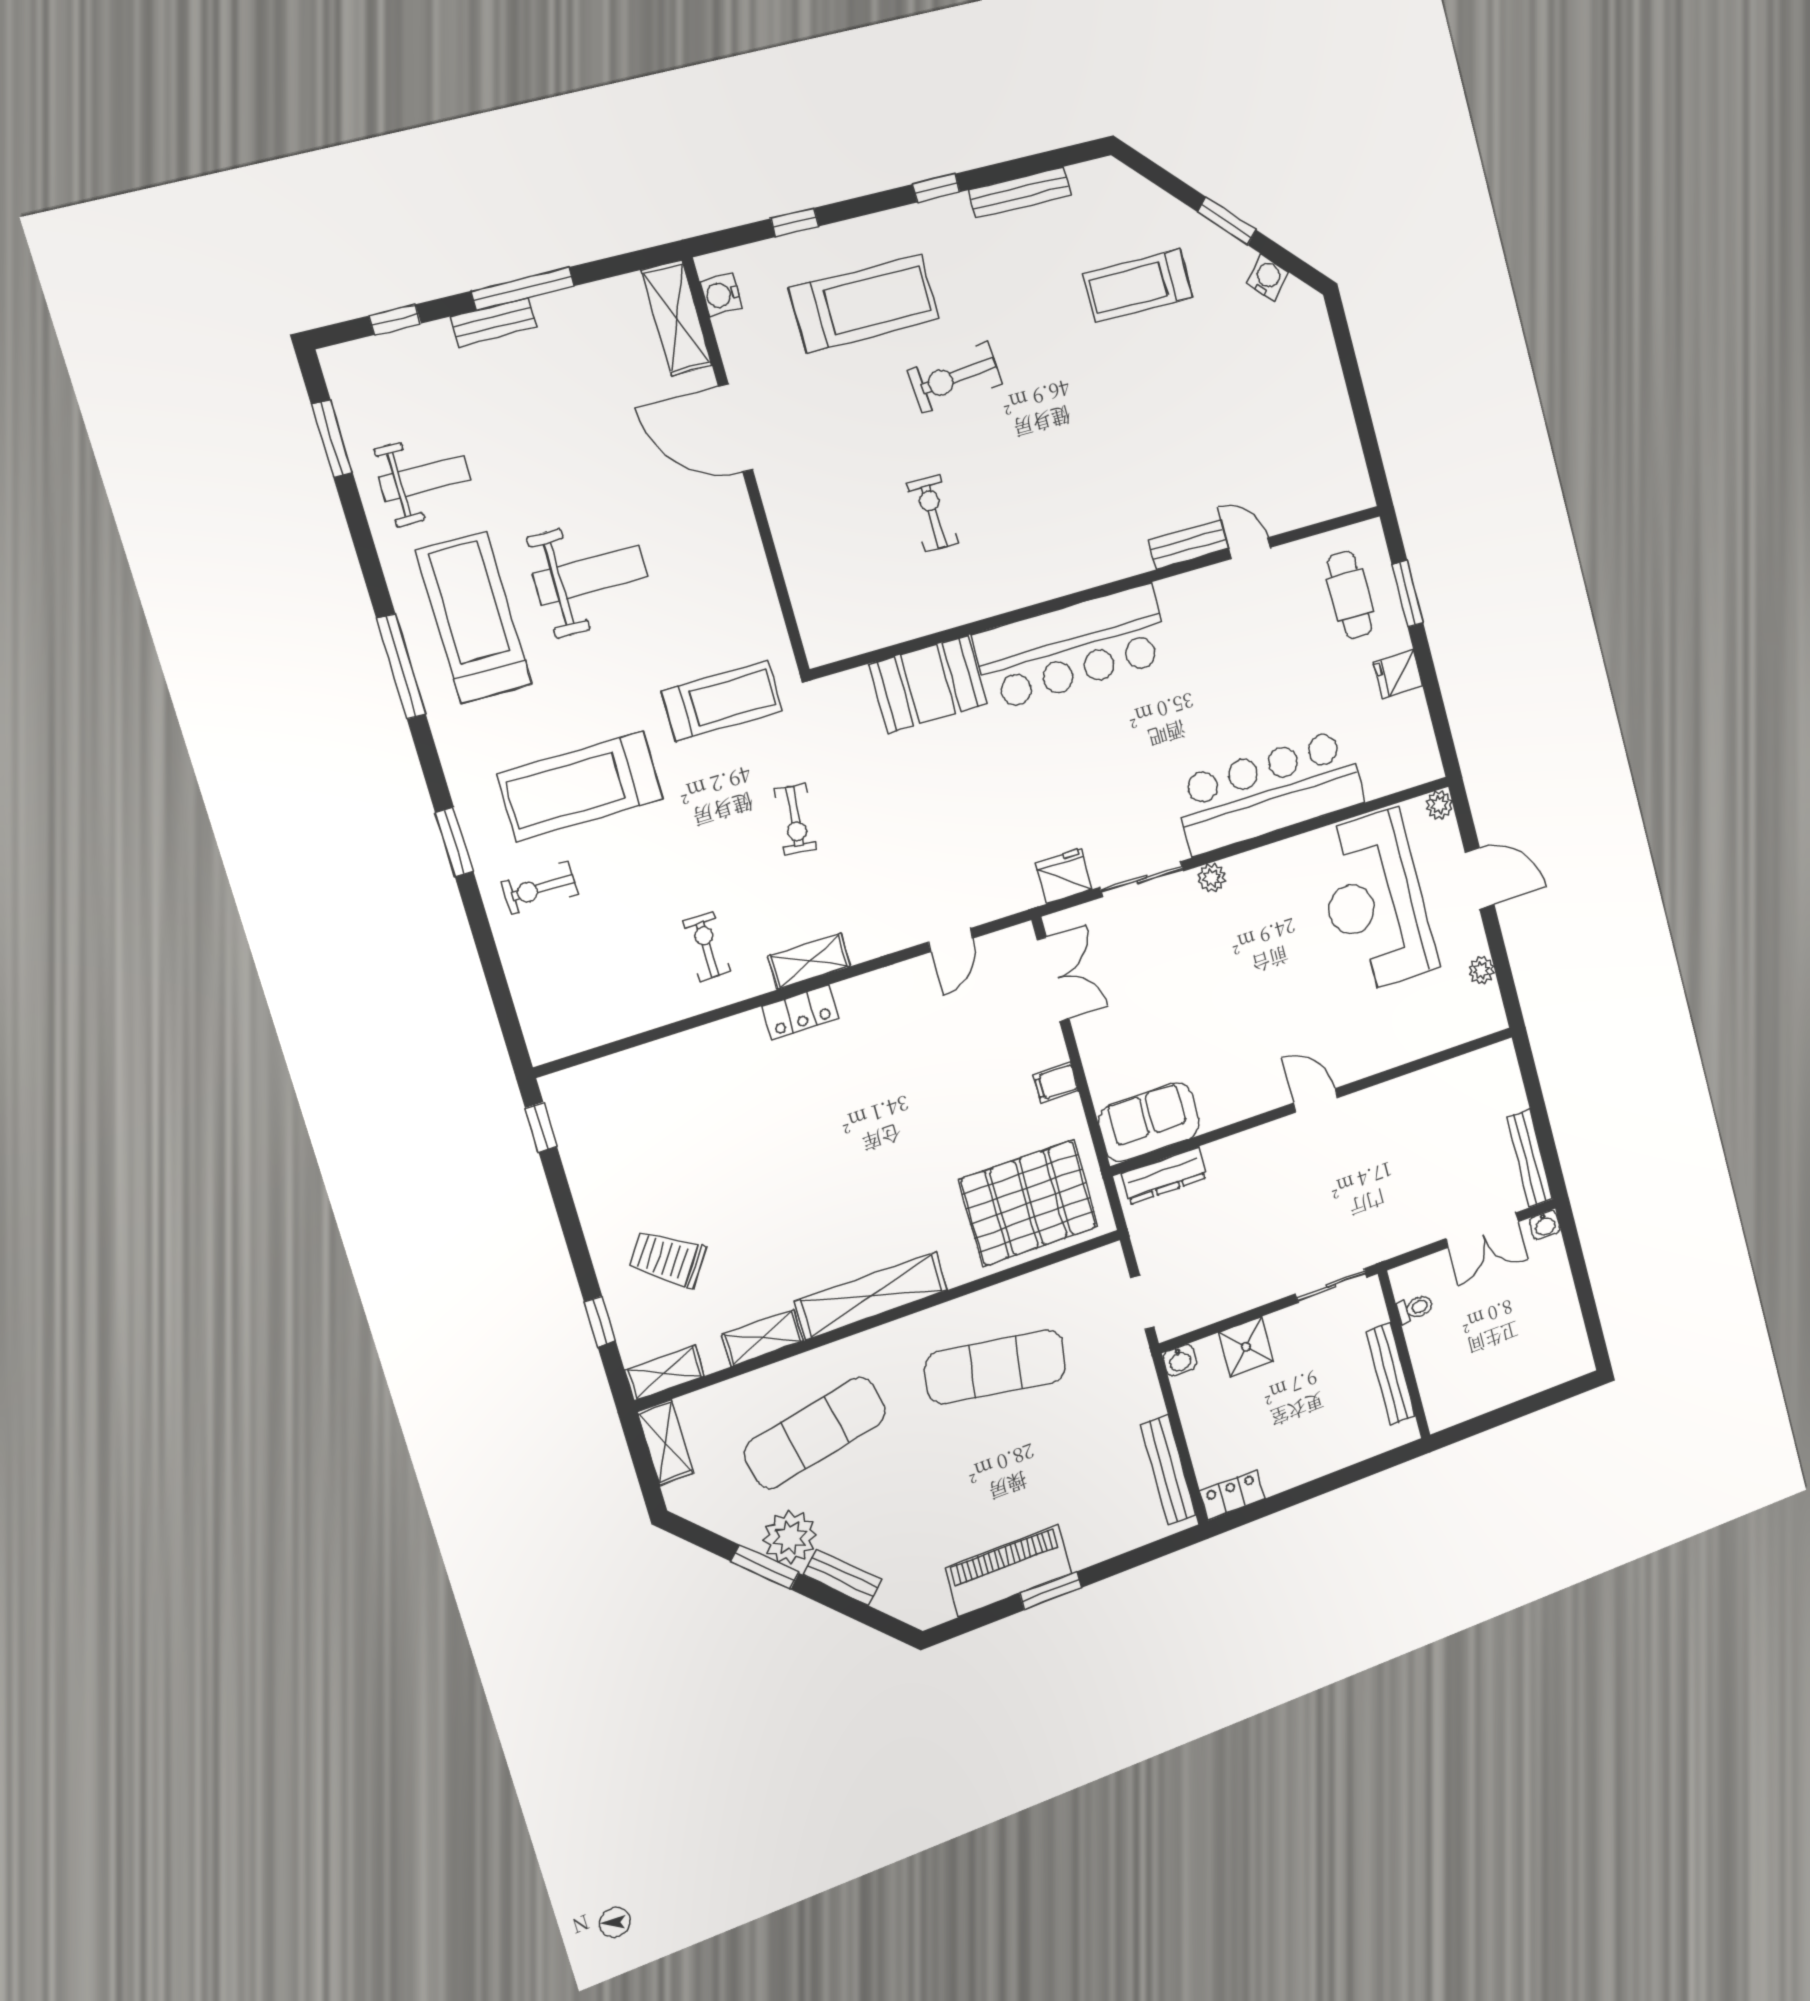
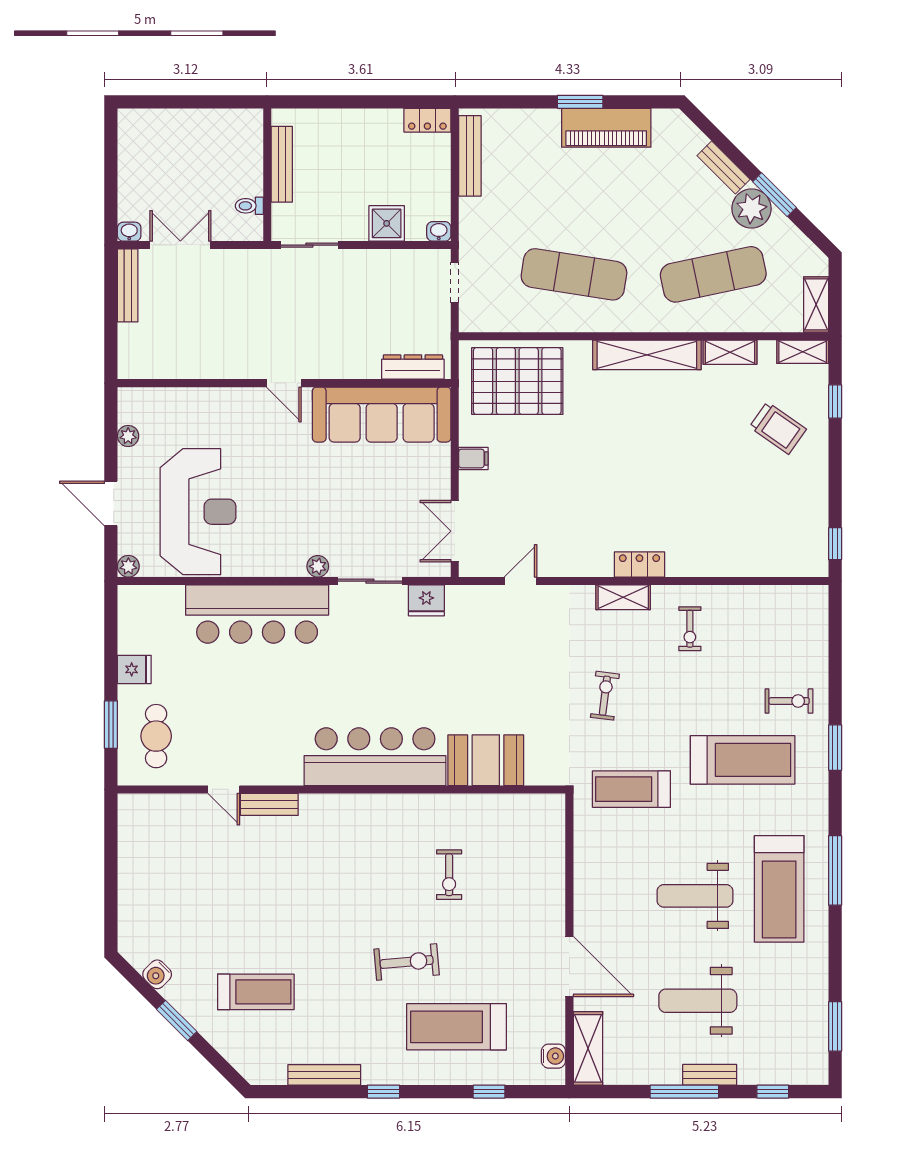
weight bench: (425, 478) -> (698, 1001), moved, width x1.36, depth x1.33
sofa: (1149, 1122) -> (382, 415), width x1.85, depth x1.27

